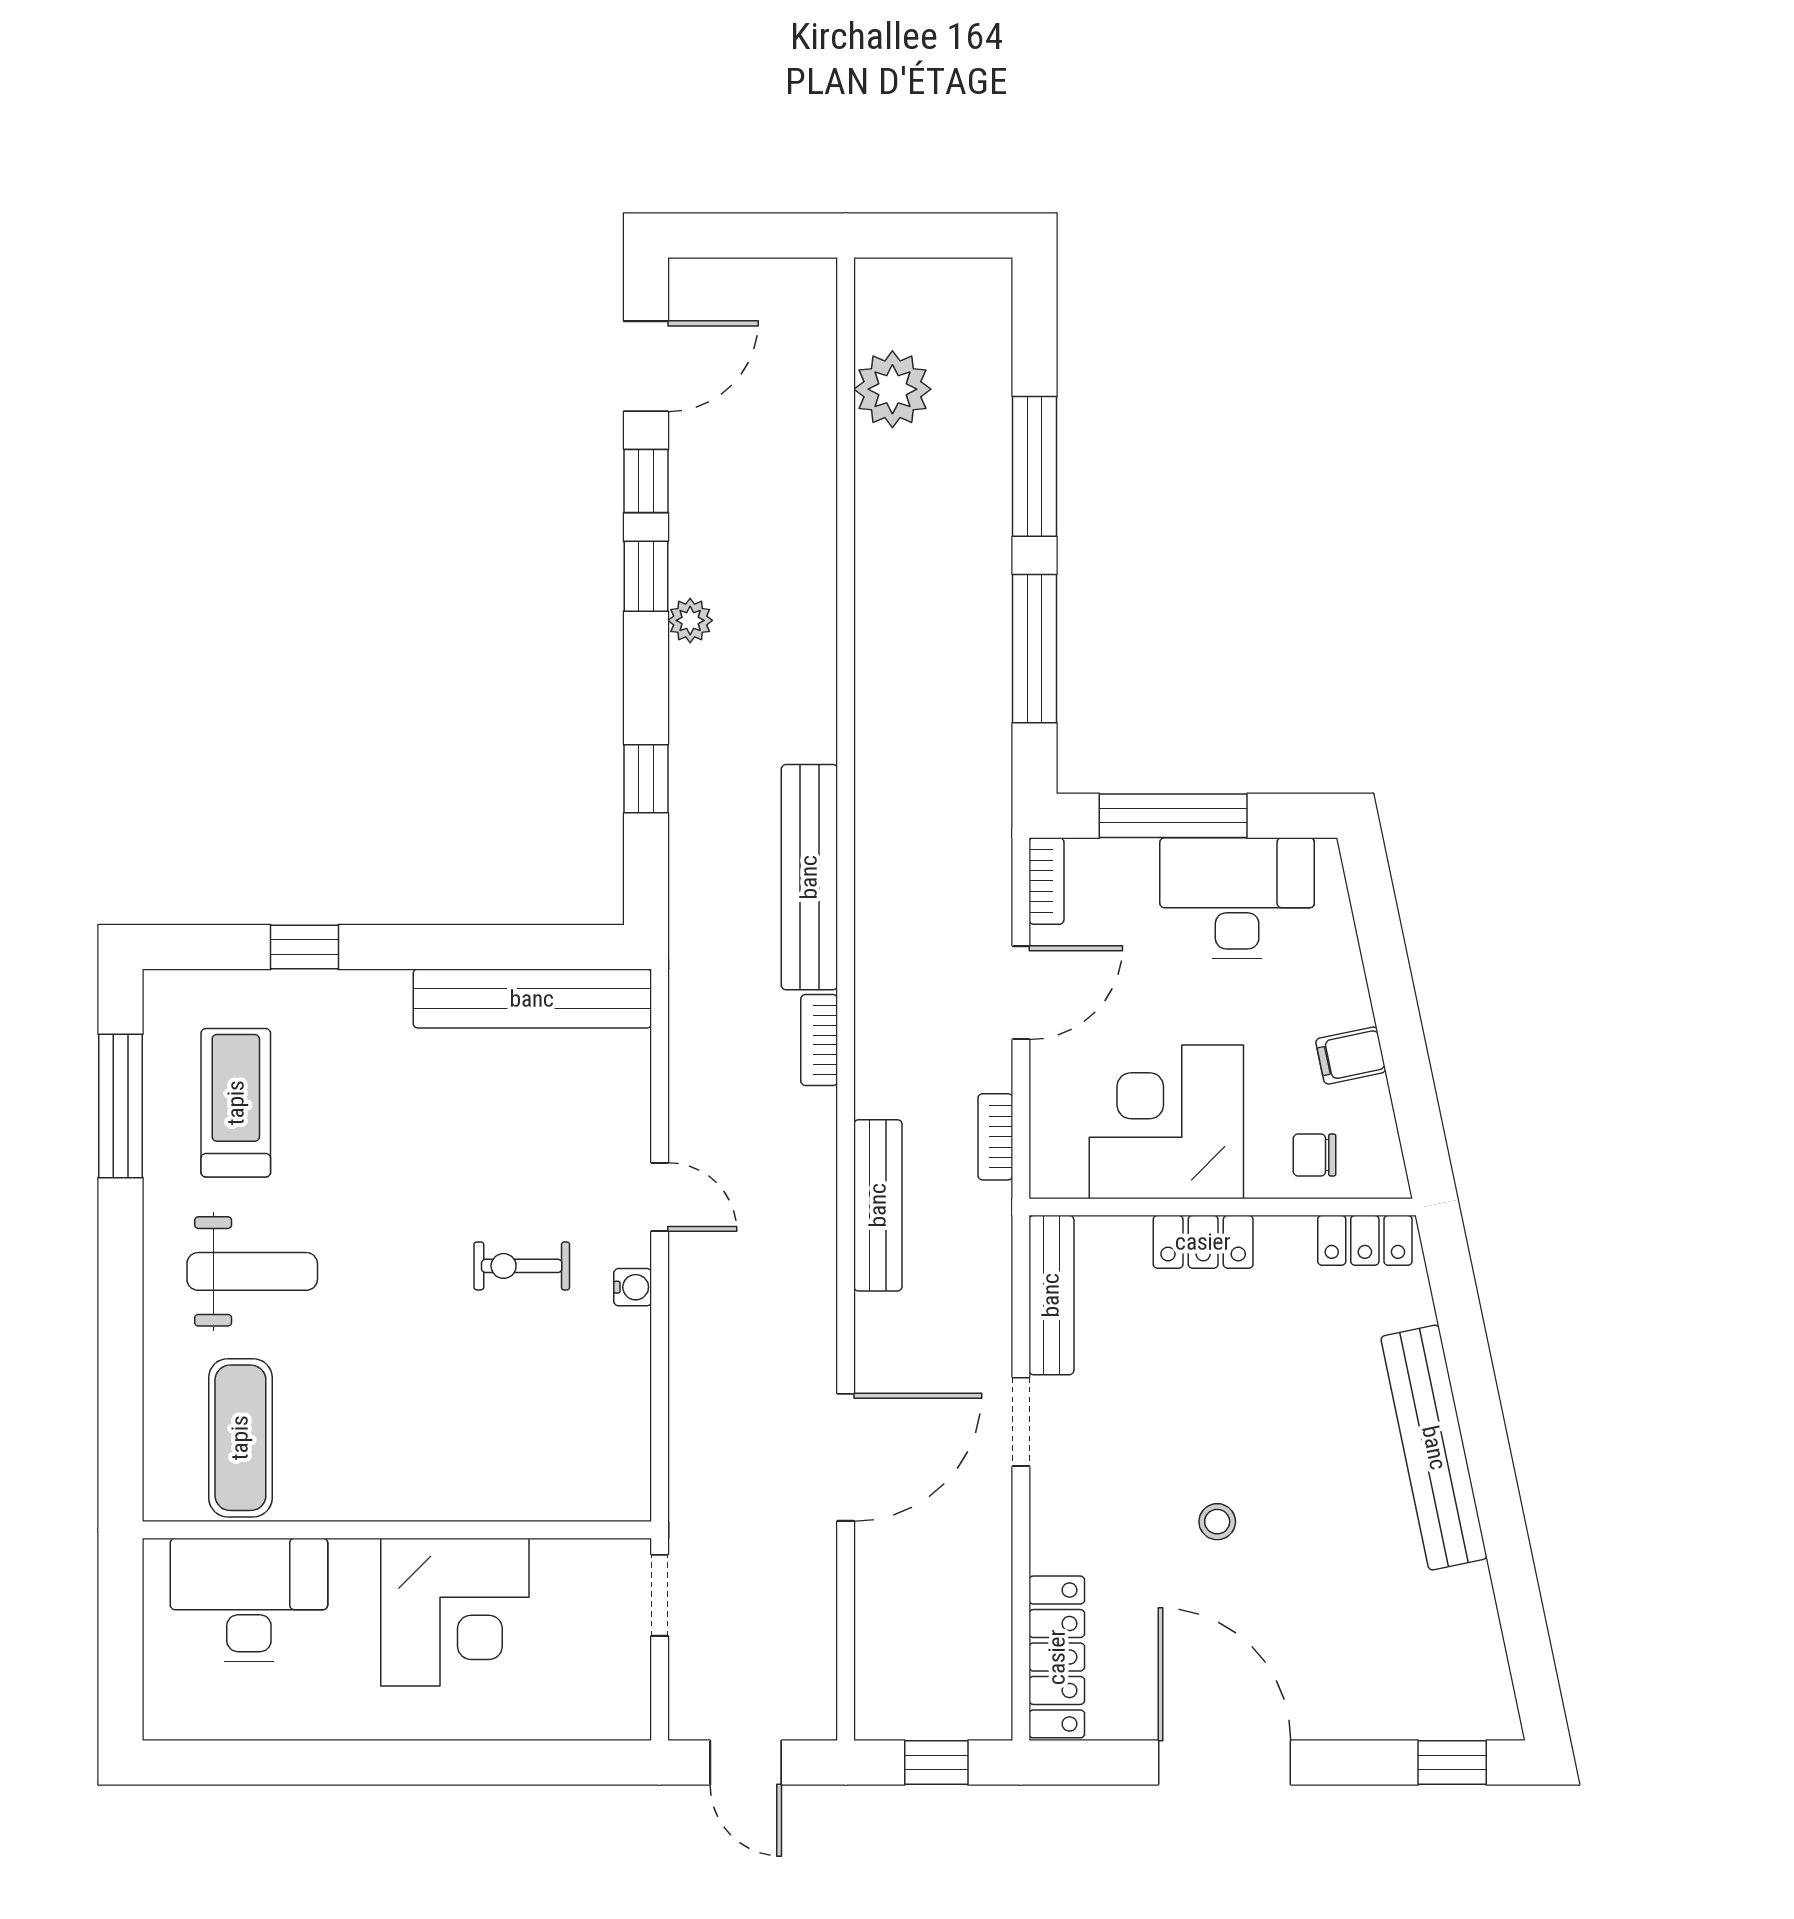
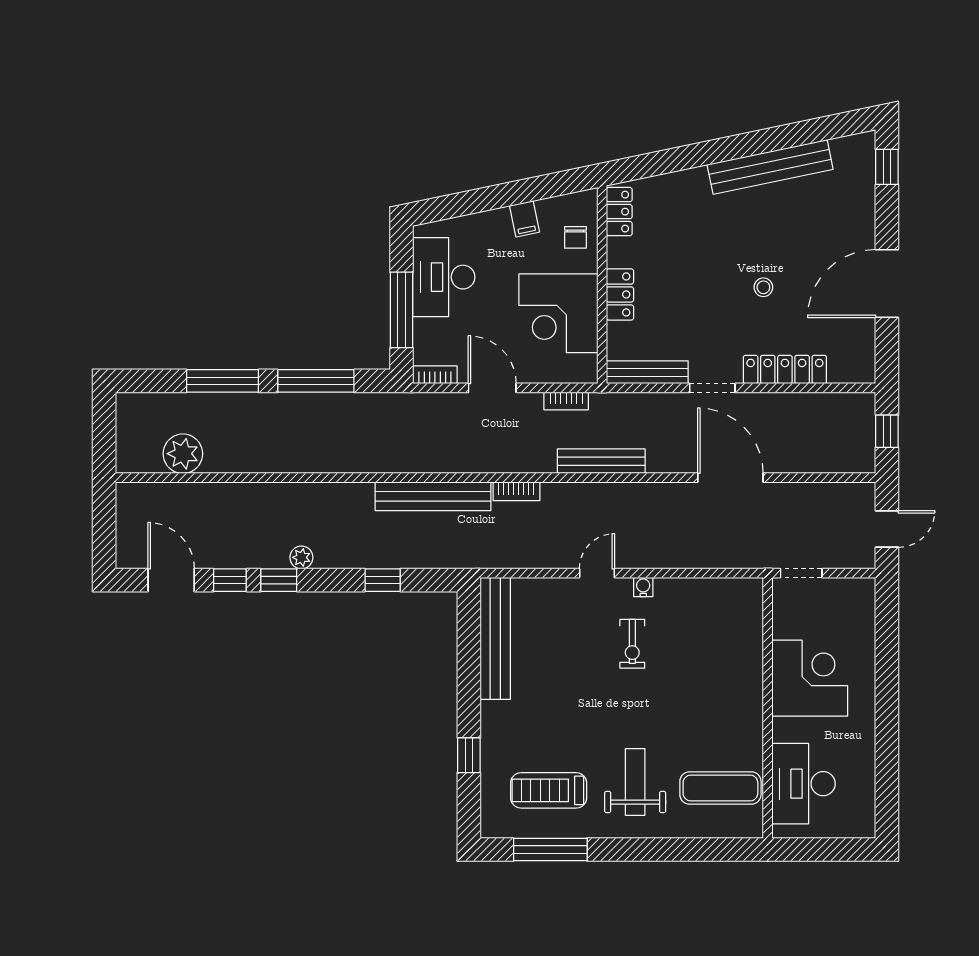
bench: (1434, 1448) -> (770, 167), moved
locker: (1057, 1657) -> (785, 370), moved

